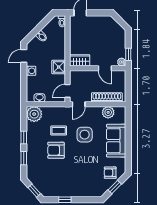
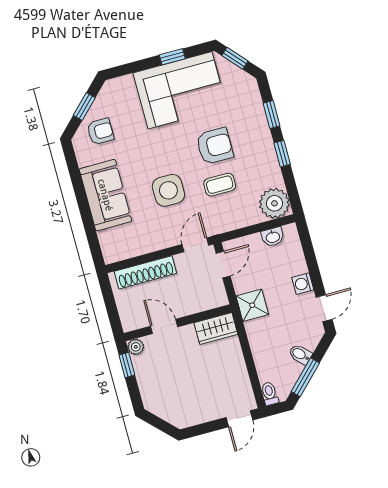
window: (42, 24) -> (305, 377), added
plant: (108, 112) -> (135, 245), removed
corner sofa: (66, 182) -> (180, 90), added

